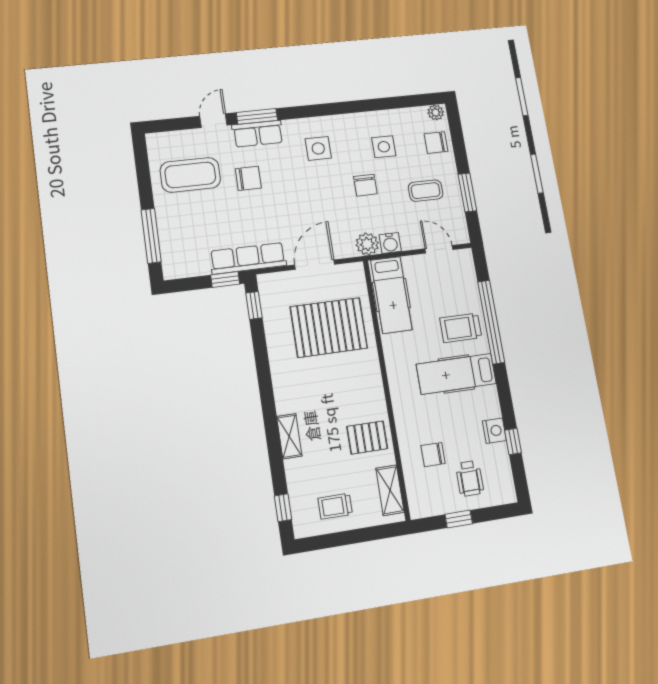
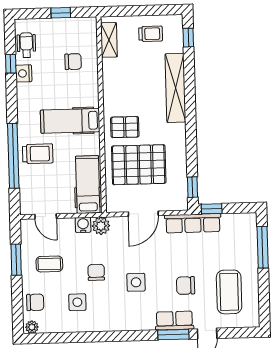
side table: (318, 148) -> (136, 282), moved
coffee table: (190, 175) -> (229, 292), turned 90
hospital bed: (456, 374) -> (70, 121), moved, turned 180
shelving: (289, 436) -> (175, 88), width x2.20, depth x1.33
pallet: (367, 438) -> (125, 127), moved
wheelchair: (470, 478) -> (26, 45), moved

